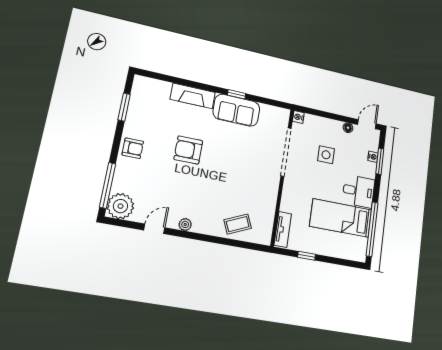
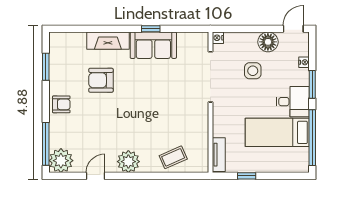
floor lamp: (348, 128) -> (268, 42), width x1.89, depth x1.89
armchair: (188, 150) -> (101, 80), moved
window: (380, 161) -> (312, 84), moved
plant: (185, 224) -> (128, 162), width x1.88, depth x1.88

